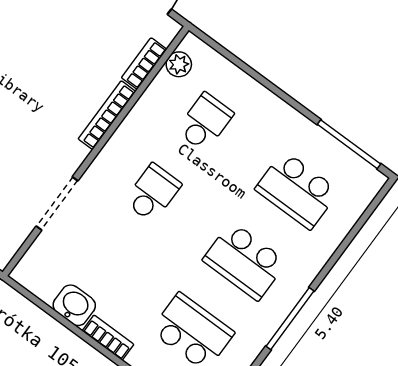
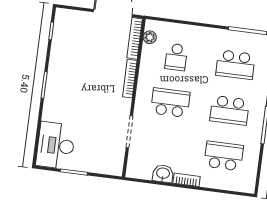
bookcase: (144, 63) -> (135, 38), width x1.56
school desk: (205, 122) -> (176, 57), turned 180
school desk: (153, 193) -> (170, 103), width x1.85

